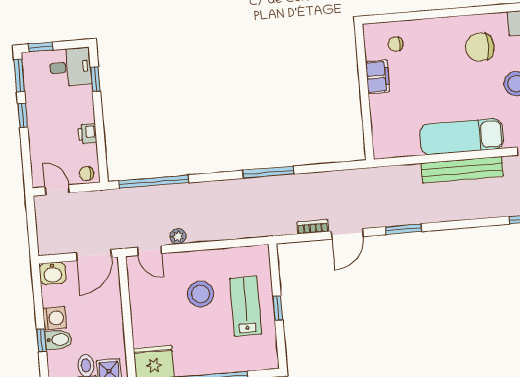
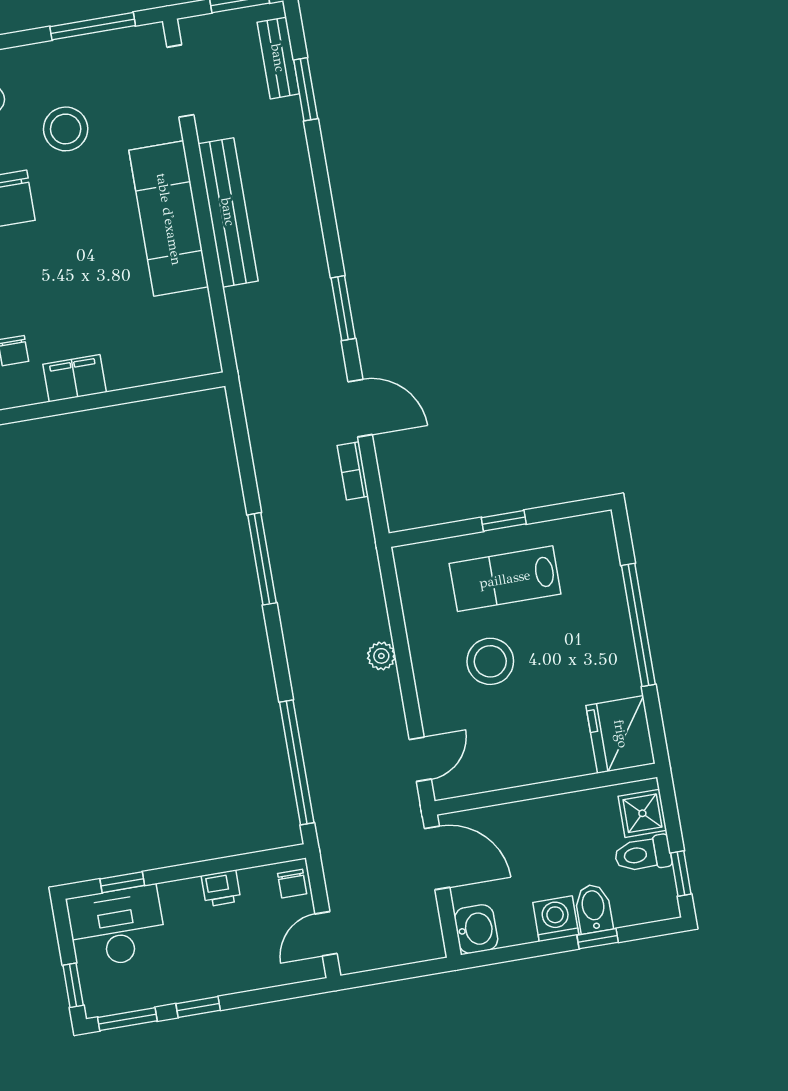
desk: (70, 67) -> (117, 927), width x1.37
plant: (178, 236) -> (381, 656), moved

